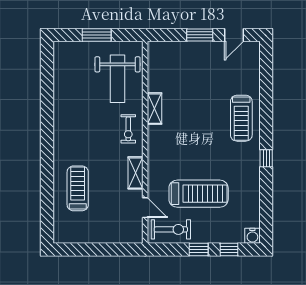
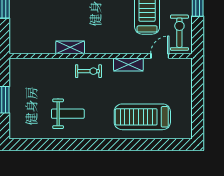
weight bench: (118, 79) -> (68, 114), moved, width x0.73, depth x0.75
treadmill: (78, 188) -> (142, 117), width x1.37, depth x1.37

